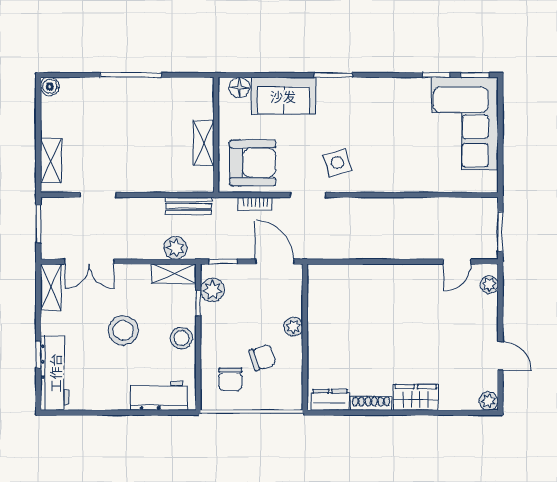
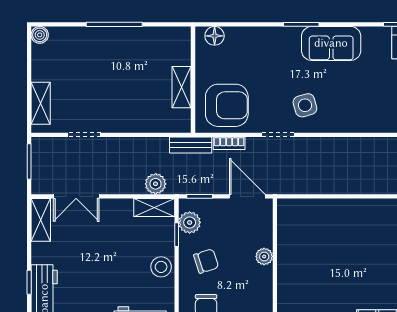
sofa: (283, 96) -> (331, 43), moved
bench: (189, 206) -> (191, 145), moved
stool: (123, 330) -> (107, 260), removed
chair: (263, 357) -> (206, 261), moved

